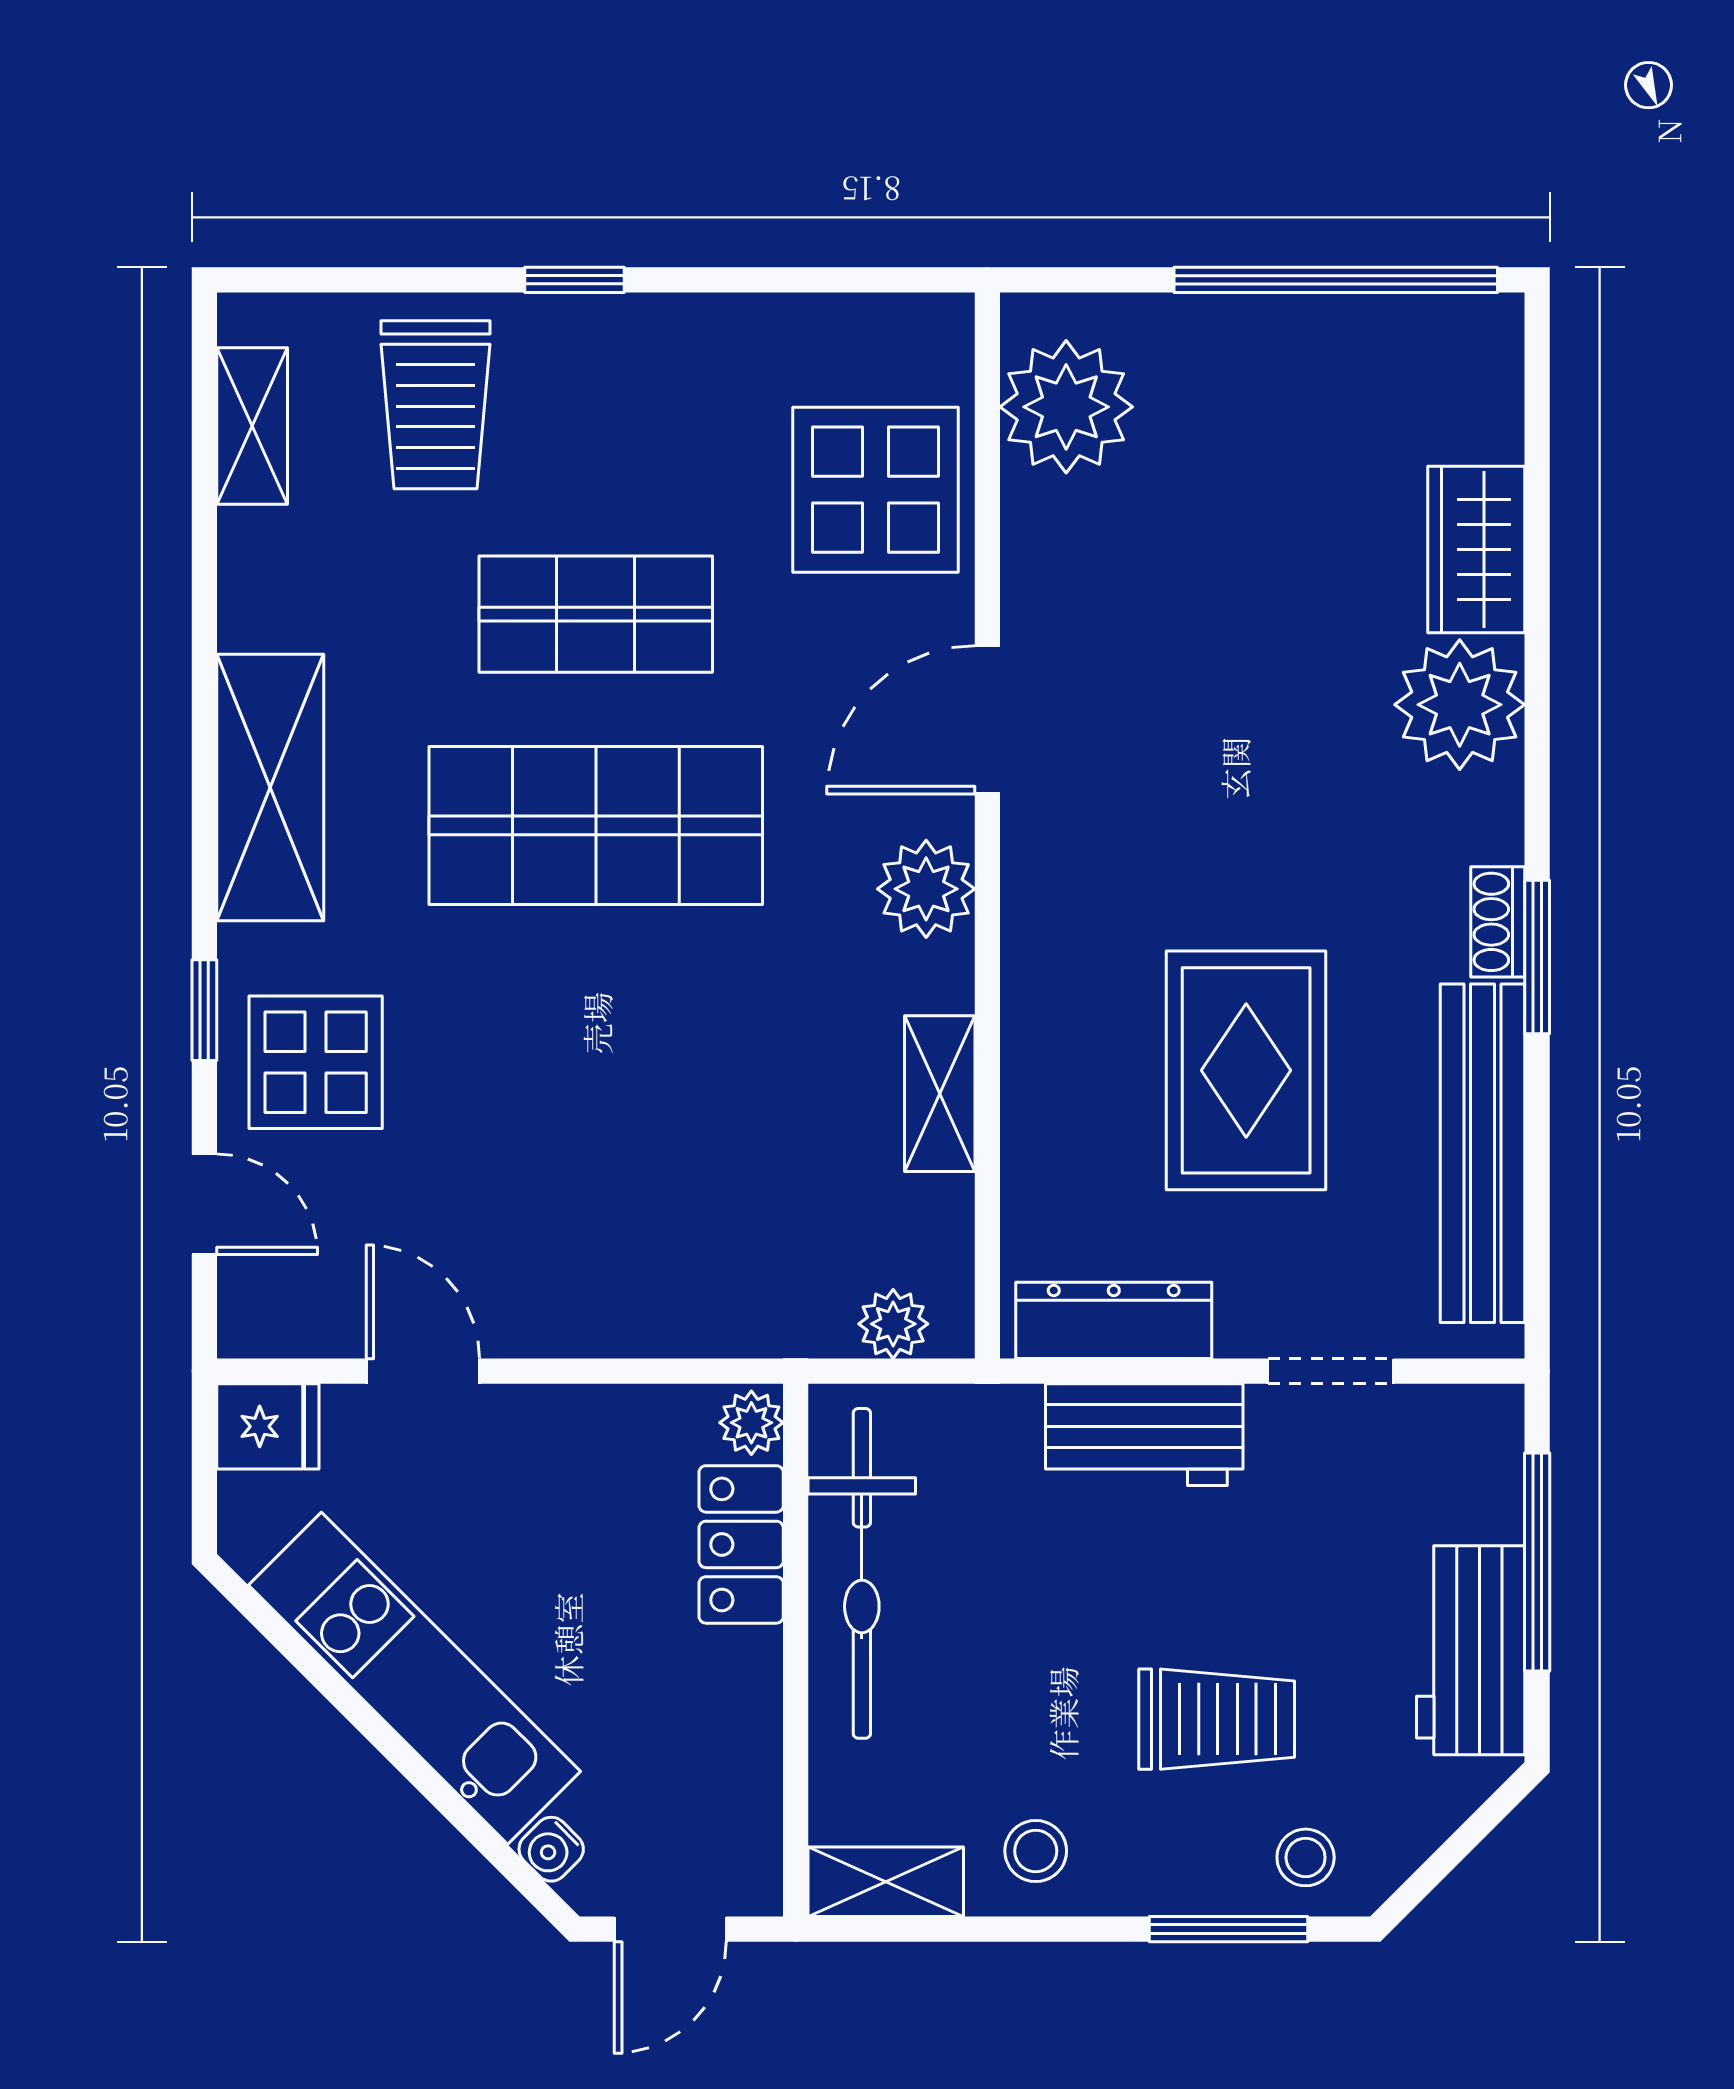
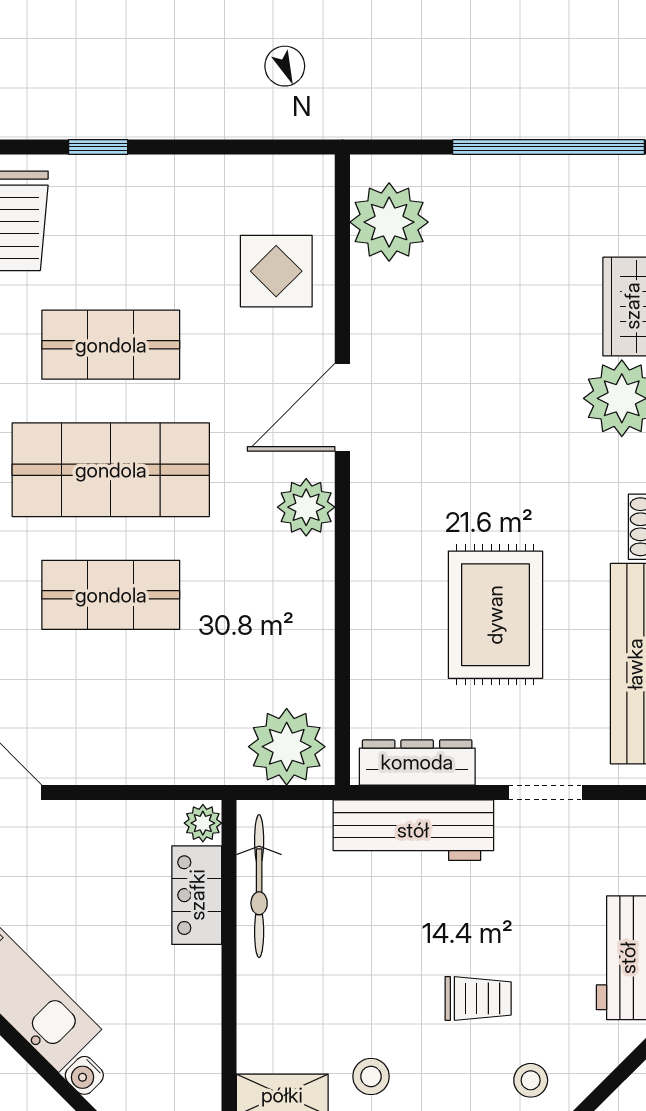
display table: (876, 490) -> (276, 271), width x0.73, depth x0.73
shop shelf: (596, 1037) -> (111, 595), added
shelving: (940, 1094) -> (314, 628), removed
plant: (893, 1324) -> (287, 747), width x1.87, depth x1.87
workbench: (1144, 1435) -> (413, 830), width x1.37
bicycle: (862, 1573) -> (259, 886), width x0.73, depth x0.71
trolley: (1217, 1719) -> (478, 998), width x0.73, depth x0.72

